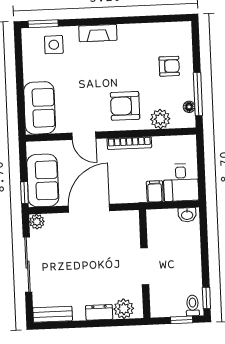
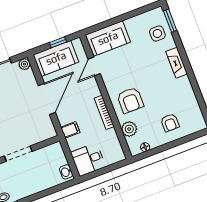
window: (198, 94) -> (157, 150), removed
armchair: (125, 106) -> (130, 100), turned 180
door: (84, 136) -> (94, 66), moved
filing cabinet: (155, 191) -> (70, 130), moved
window: (24, 193) -> (58, 42), moved
door: (89, 208) -> (47, 99), hinge flipped

